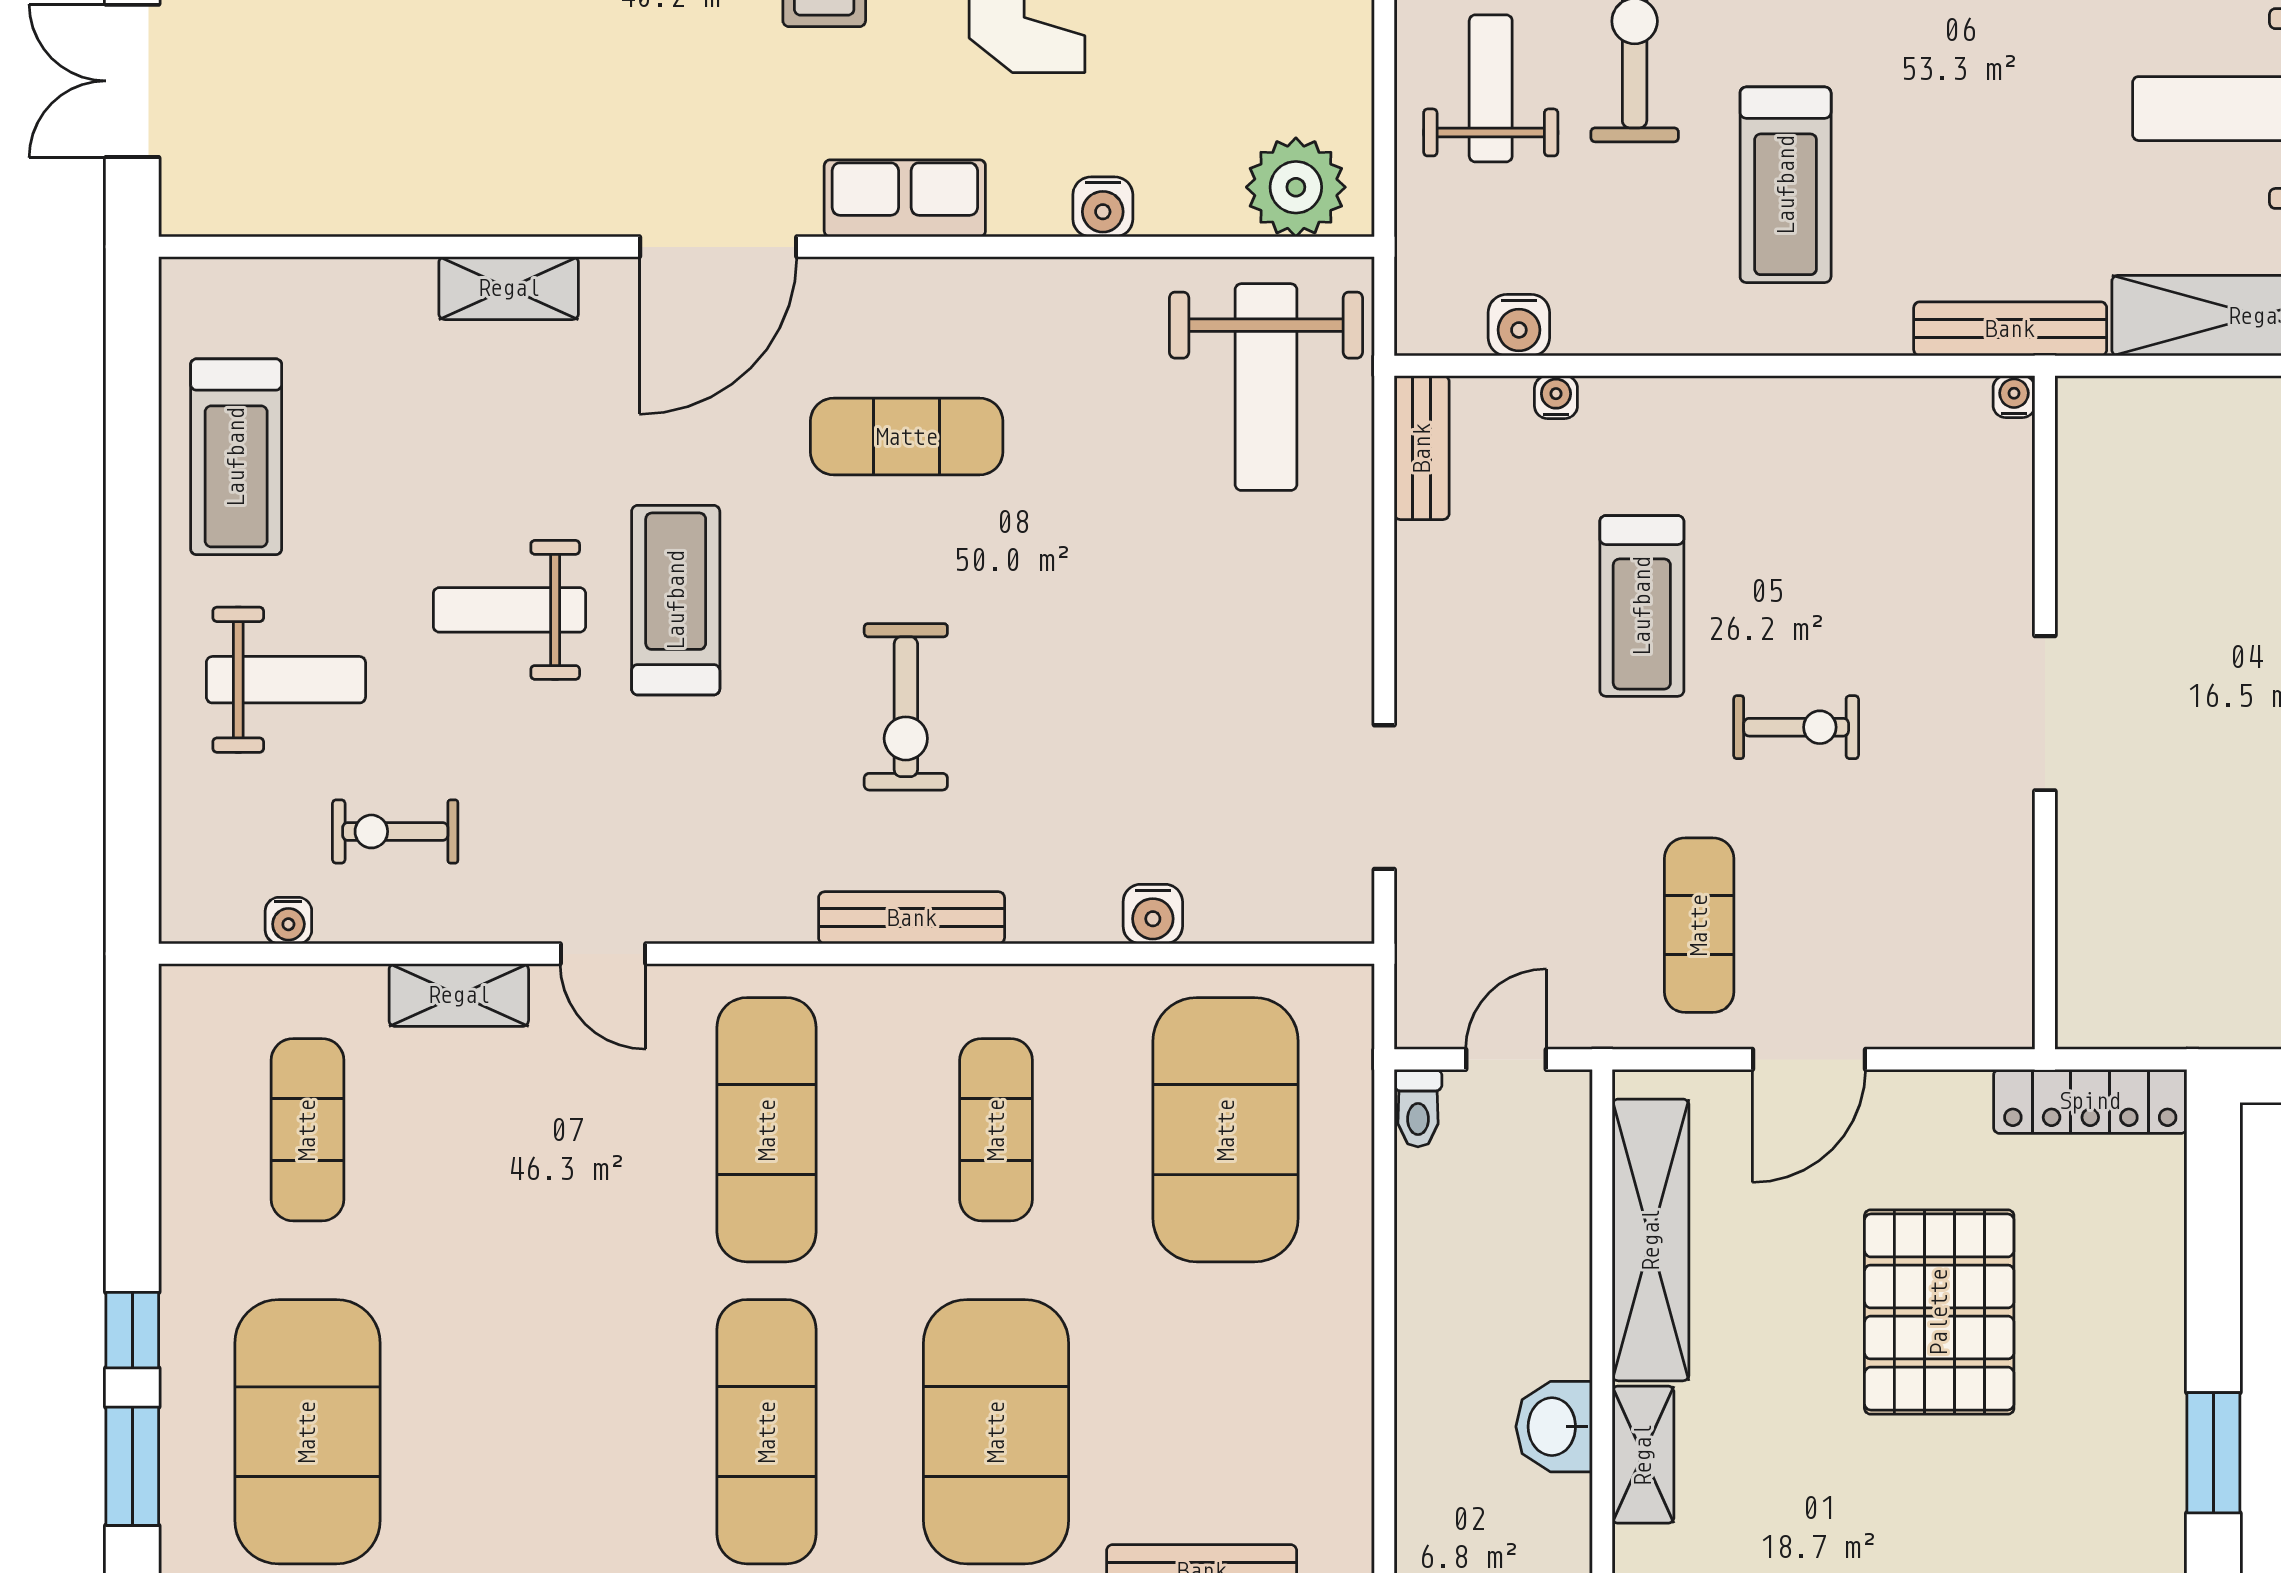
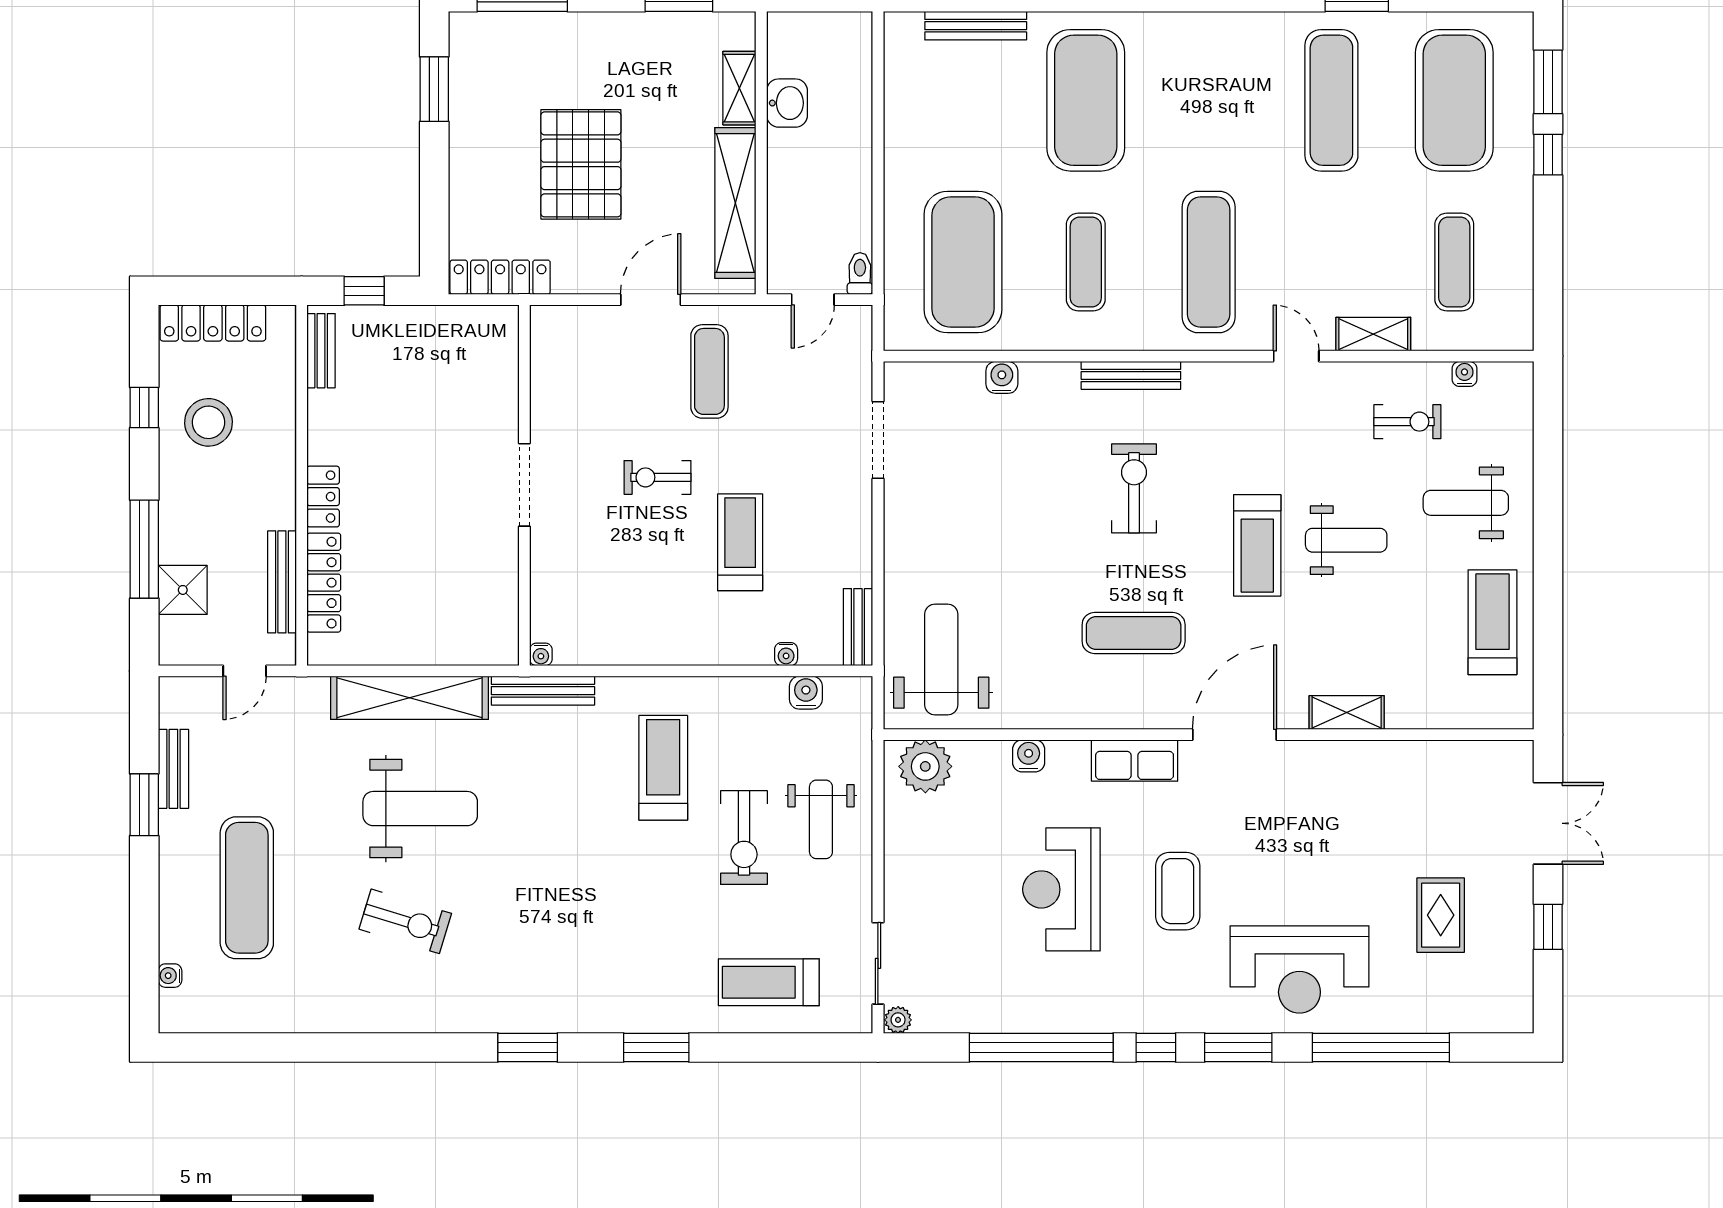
exercise mat: (767, 1432) -> (1331, 100), moved

